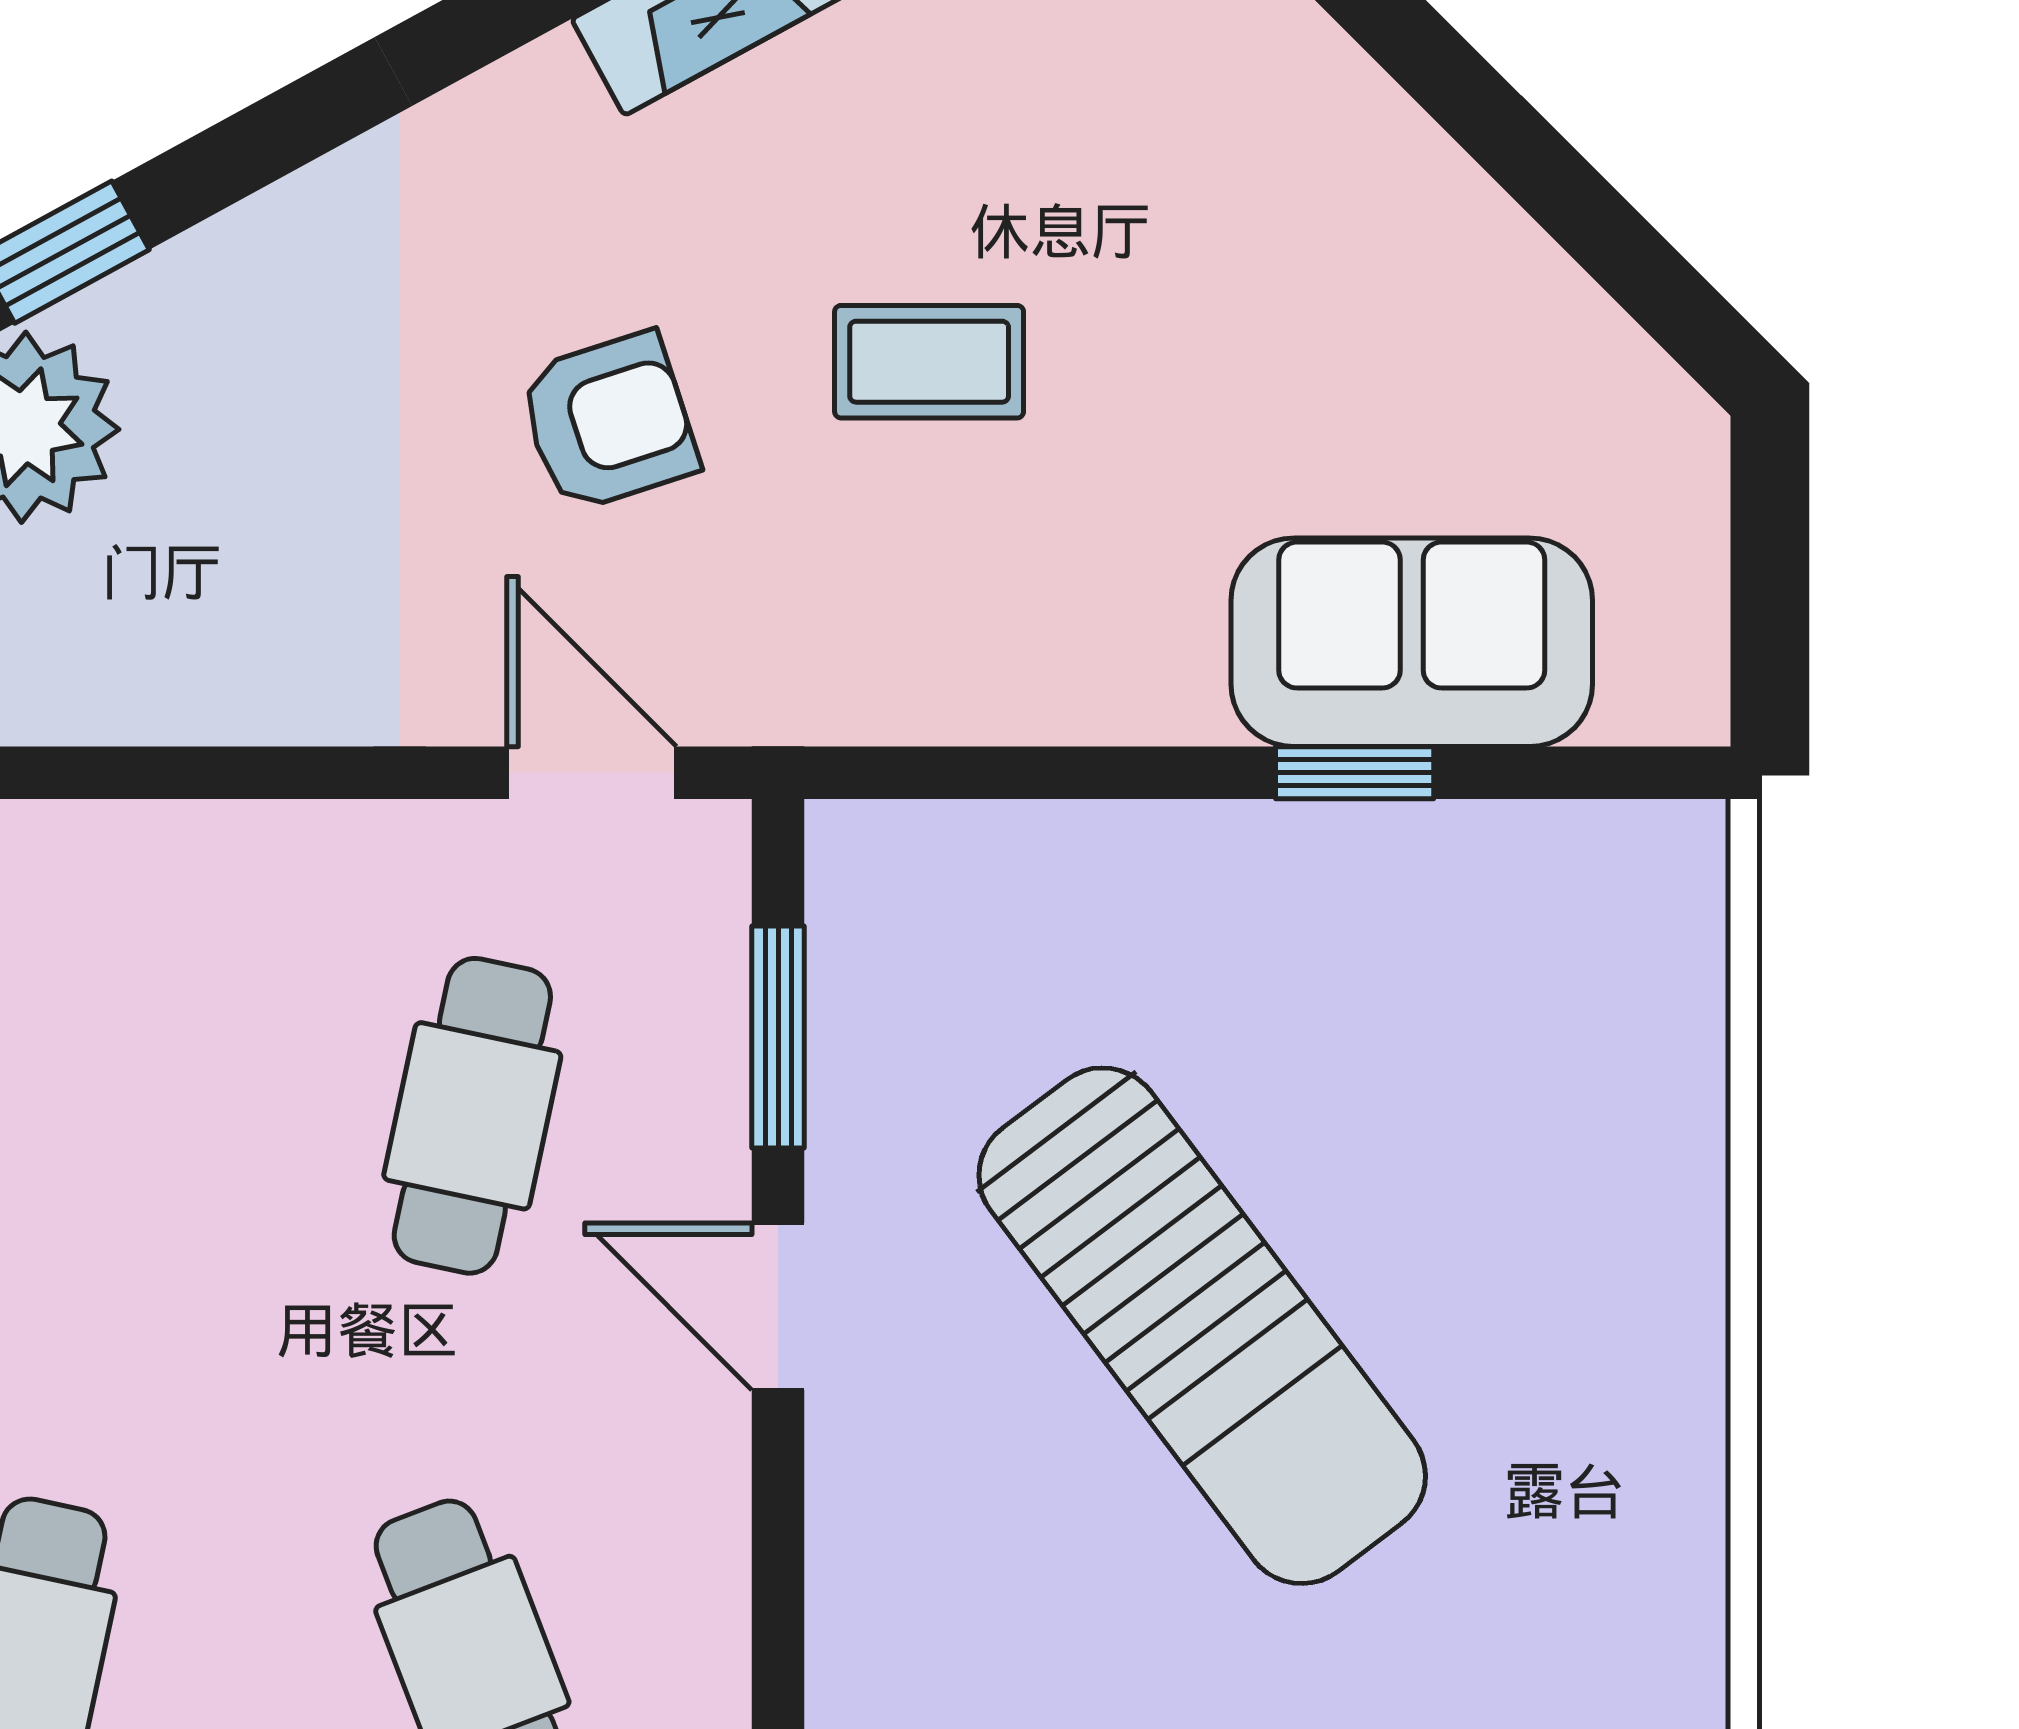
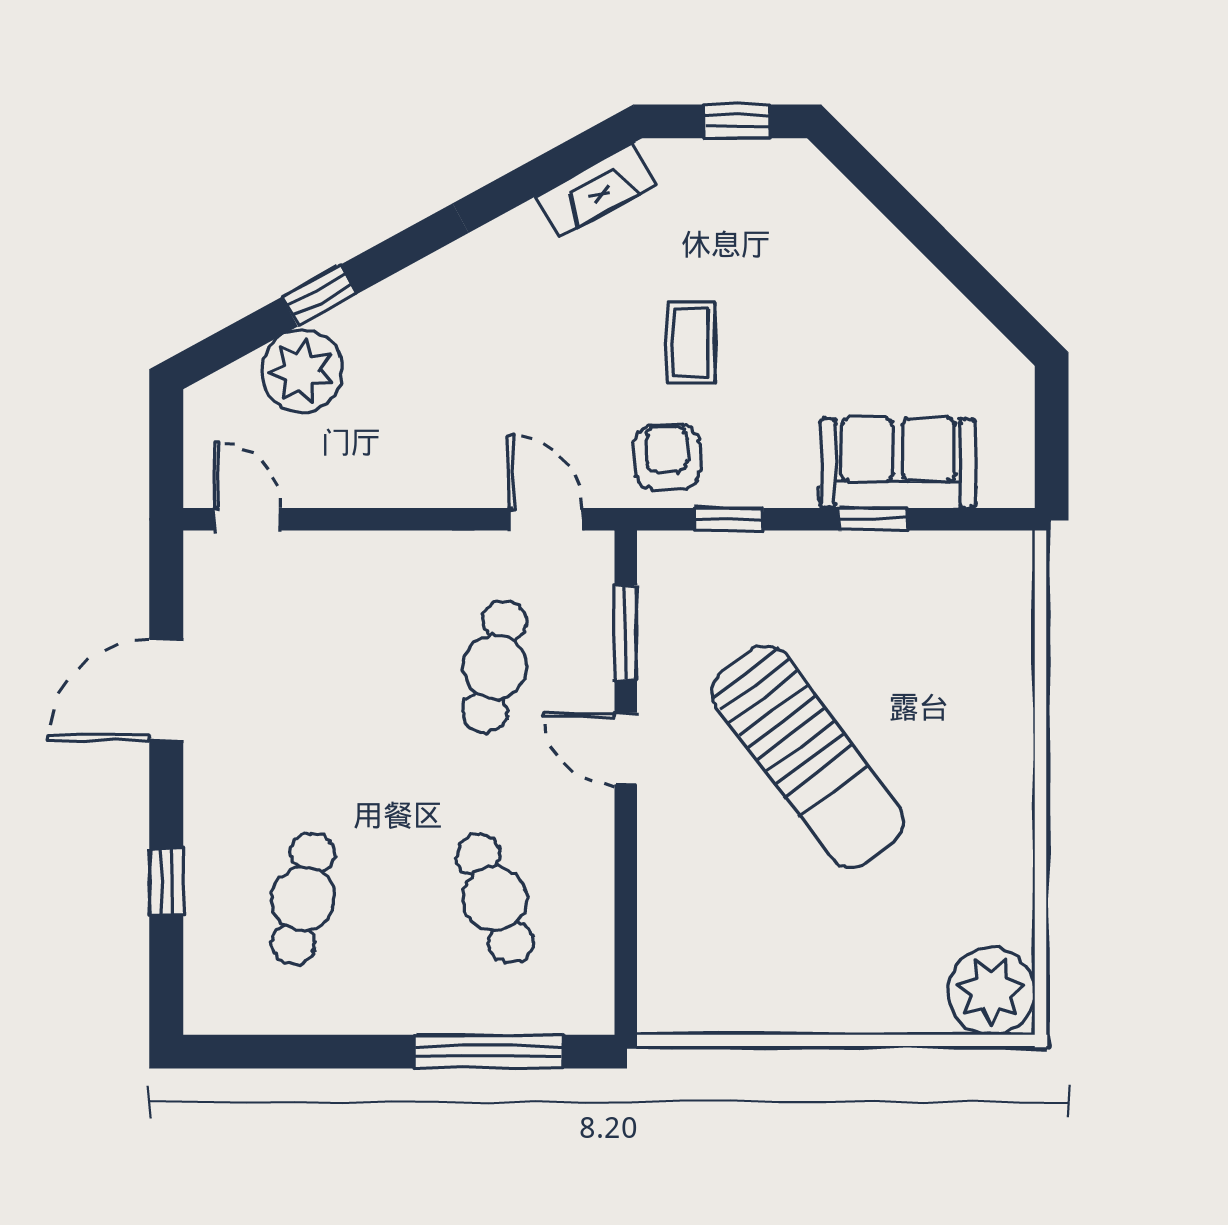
coffee table: (929, 362) -> (691, 343), turned 90
armchair: (608, 422) -> (667, 457), moved, turned -72
window: (1018, 773) -> (729, 519), added

